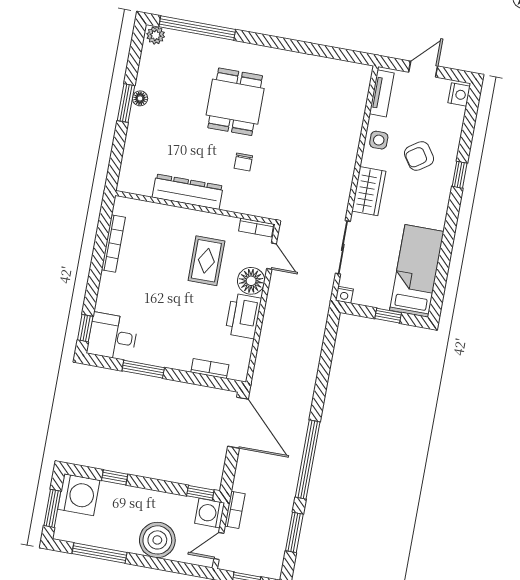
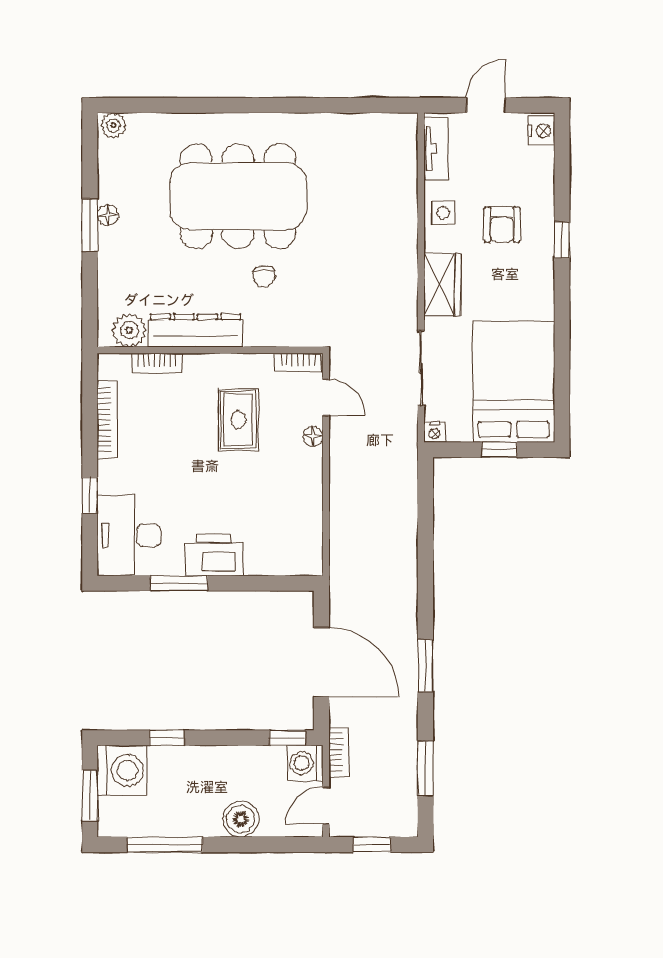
window: (197, 28) -> (168, 105), removed
dining table: (235, 102) -> (238, 196), width x1.88, depth x1.24
armchair: (419, 156) -> (502, 225), turned -56
plant: (141, 183) -> (129, 330), added
bed: (417, 271) -> (514, 382), width x1.50
floor lamp: (251, 281) -> (313, 436), width x0.53, depth x0.53
printer: (243, 316) -> (214, 555), moved, turned 90
window: (85, 328) -> (90, 495), moved
desk: (112, 336) -> (129, 535), width x1.37
bookcase: (210, 369) -> (157, 363), moved, turned 180
door: (238, 423) -> (321, 662), moved
window: (308, 459) -> (425, 666), width x0.47
boiler: (157, 540) -> (241, 819), width x0.73, depth x0.73

